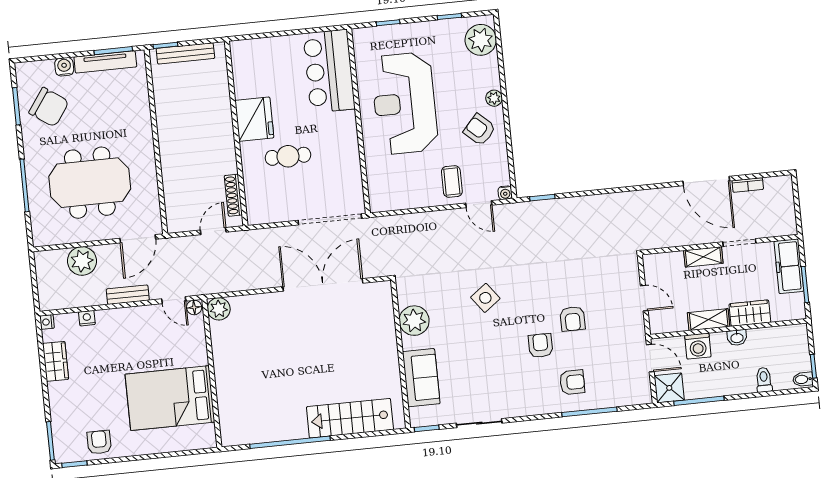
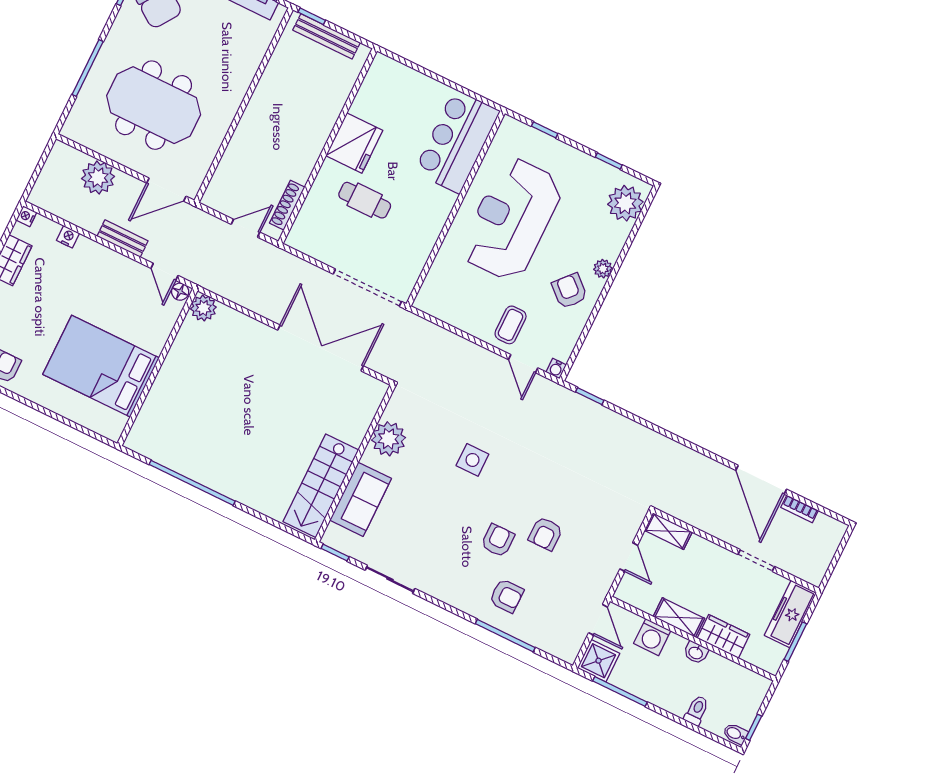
shelving: (703, 257) -> (668, 531), moved
side table: (485, 298) -> (472, 460), turned 37
stairs: (350, 418) -> (321, 486), moved, turned -90

